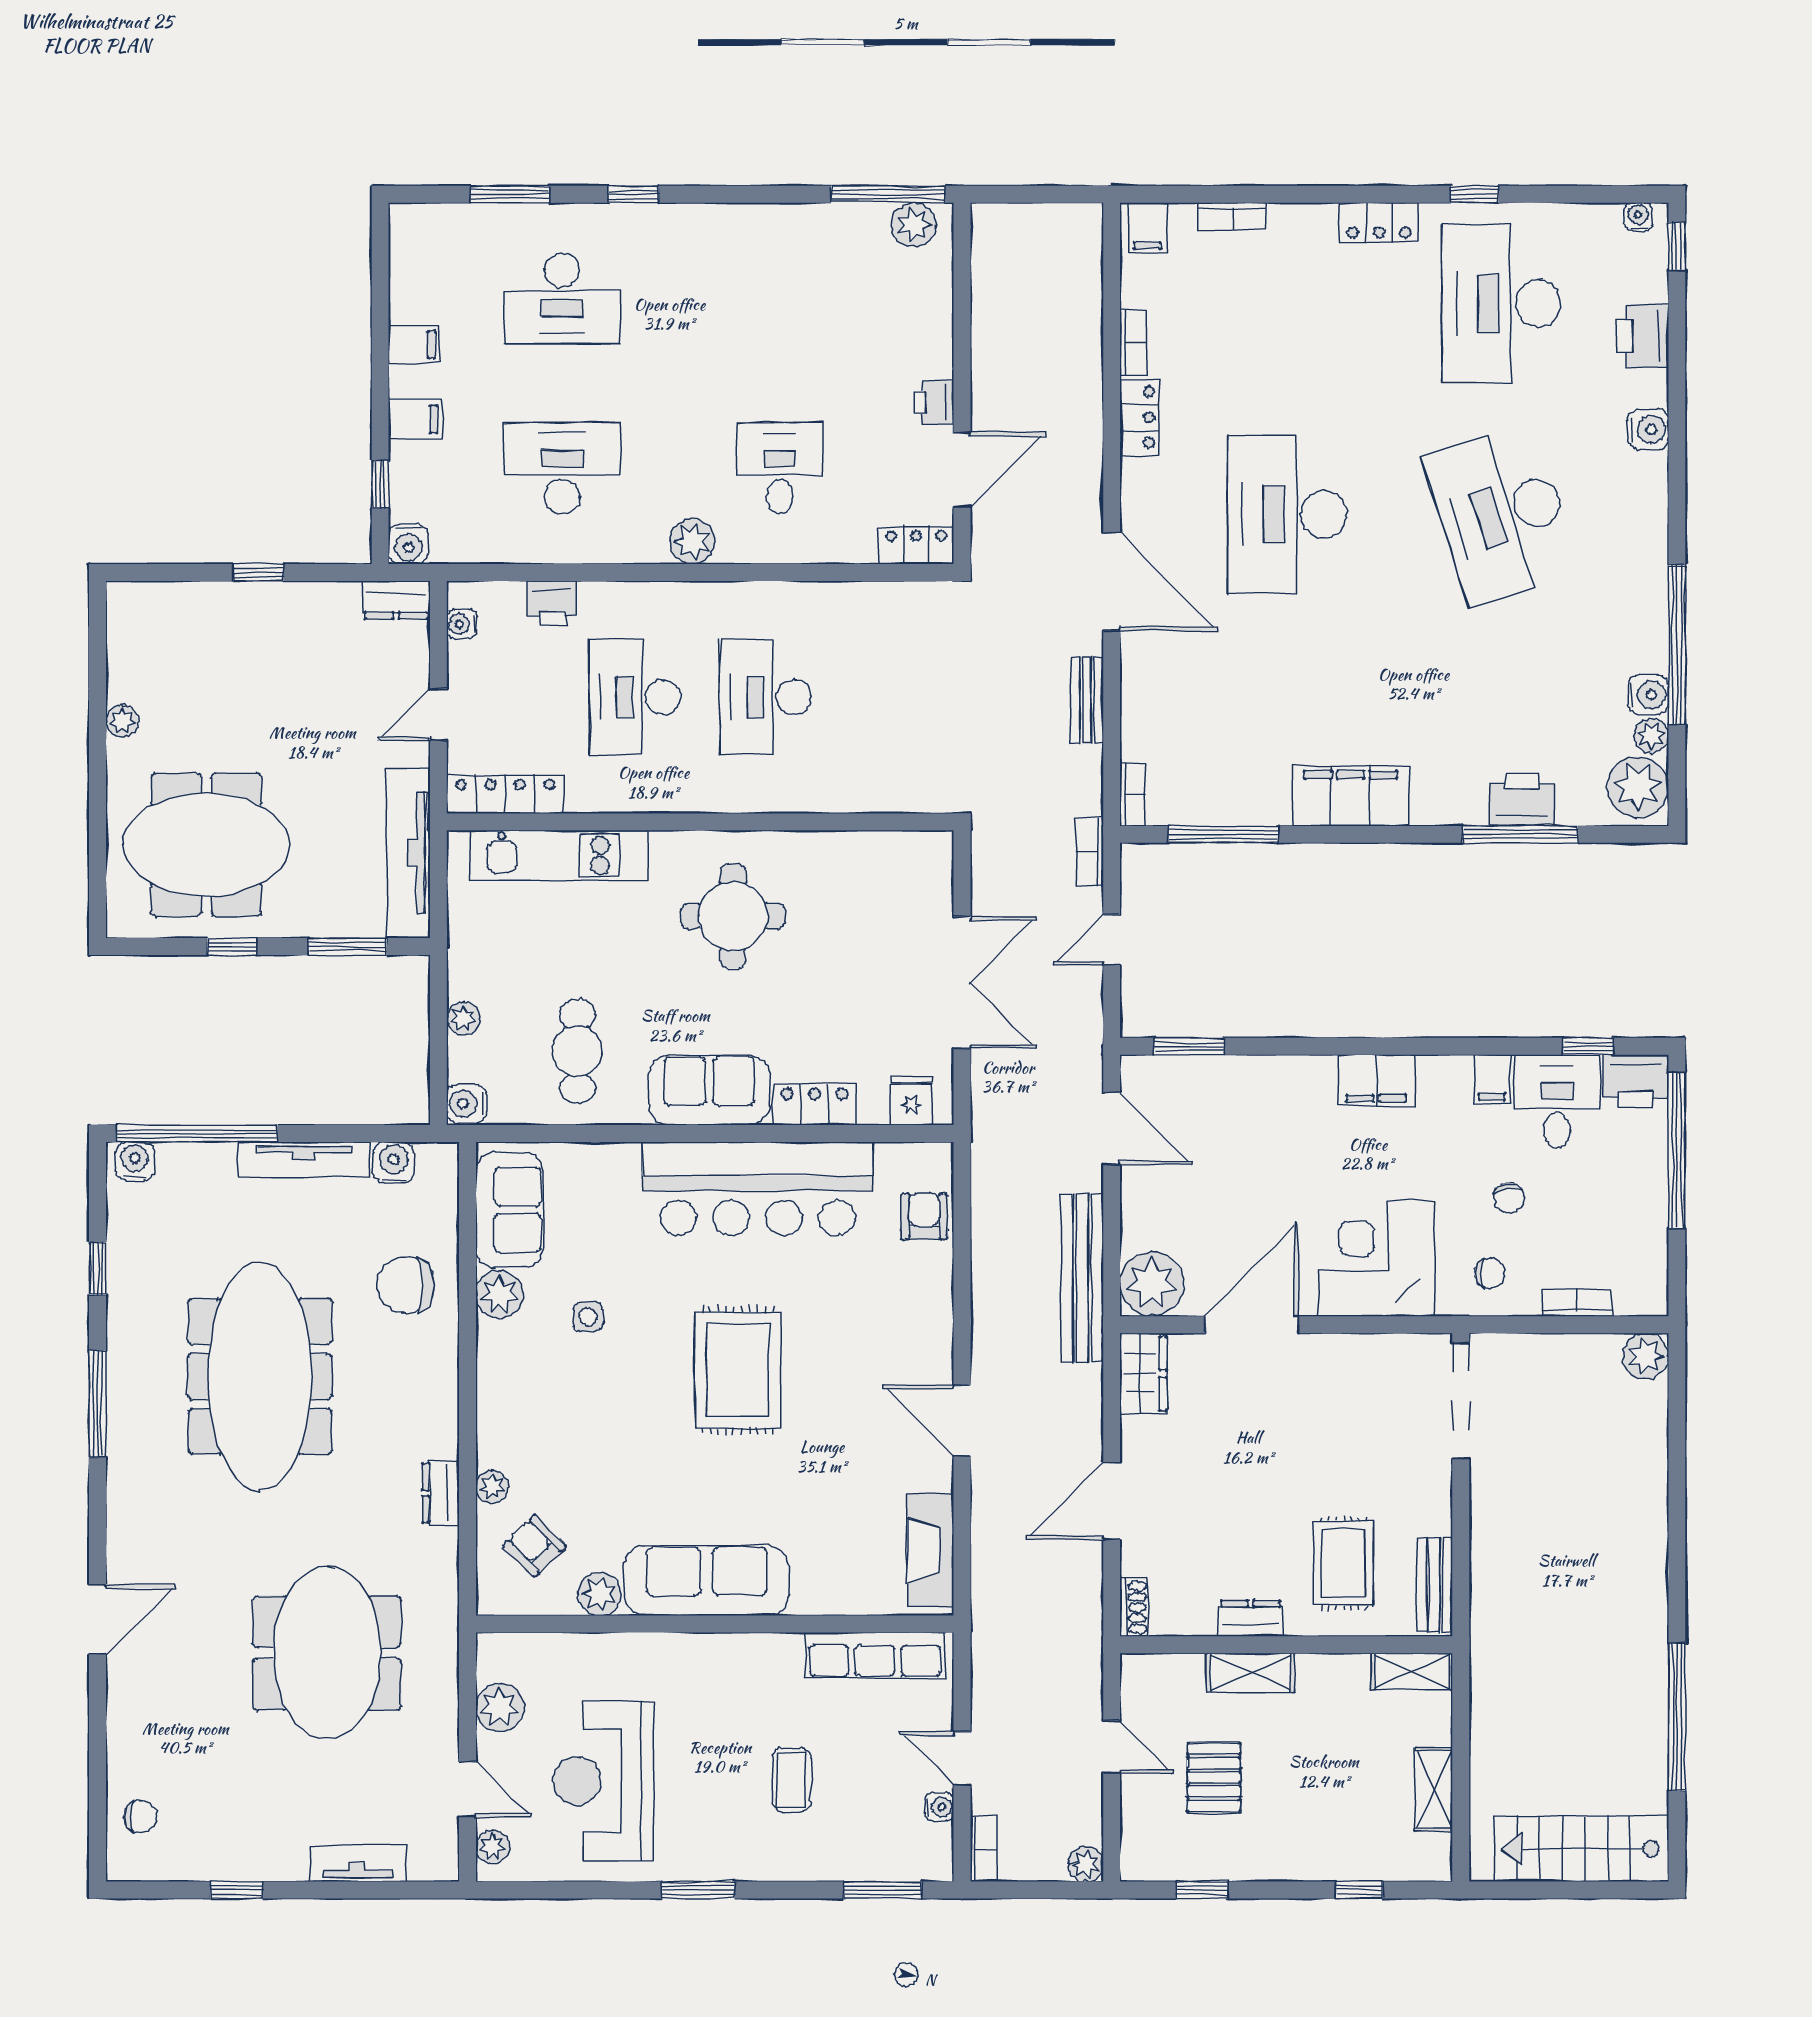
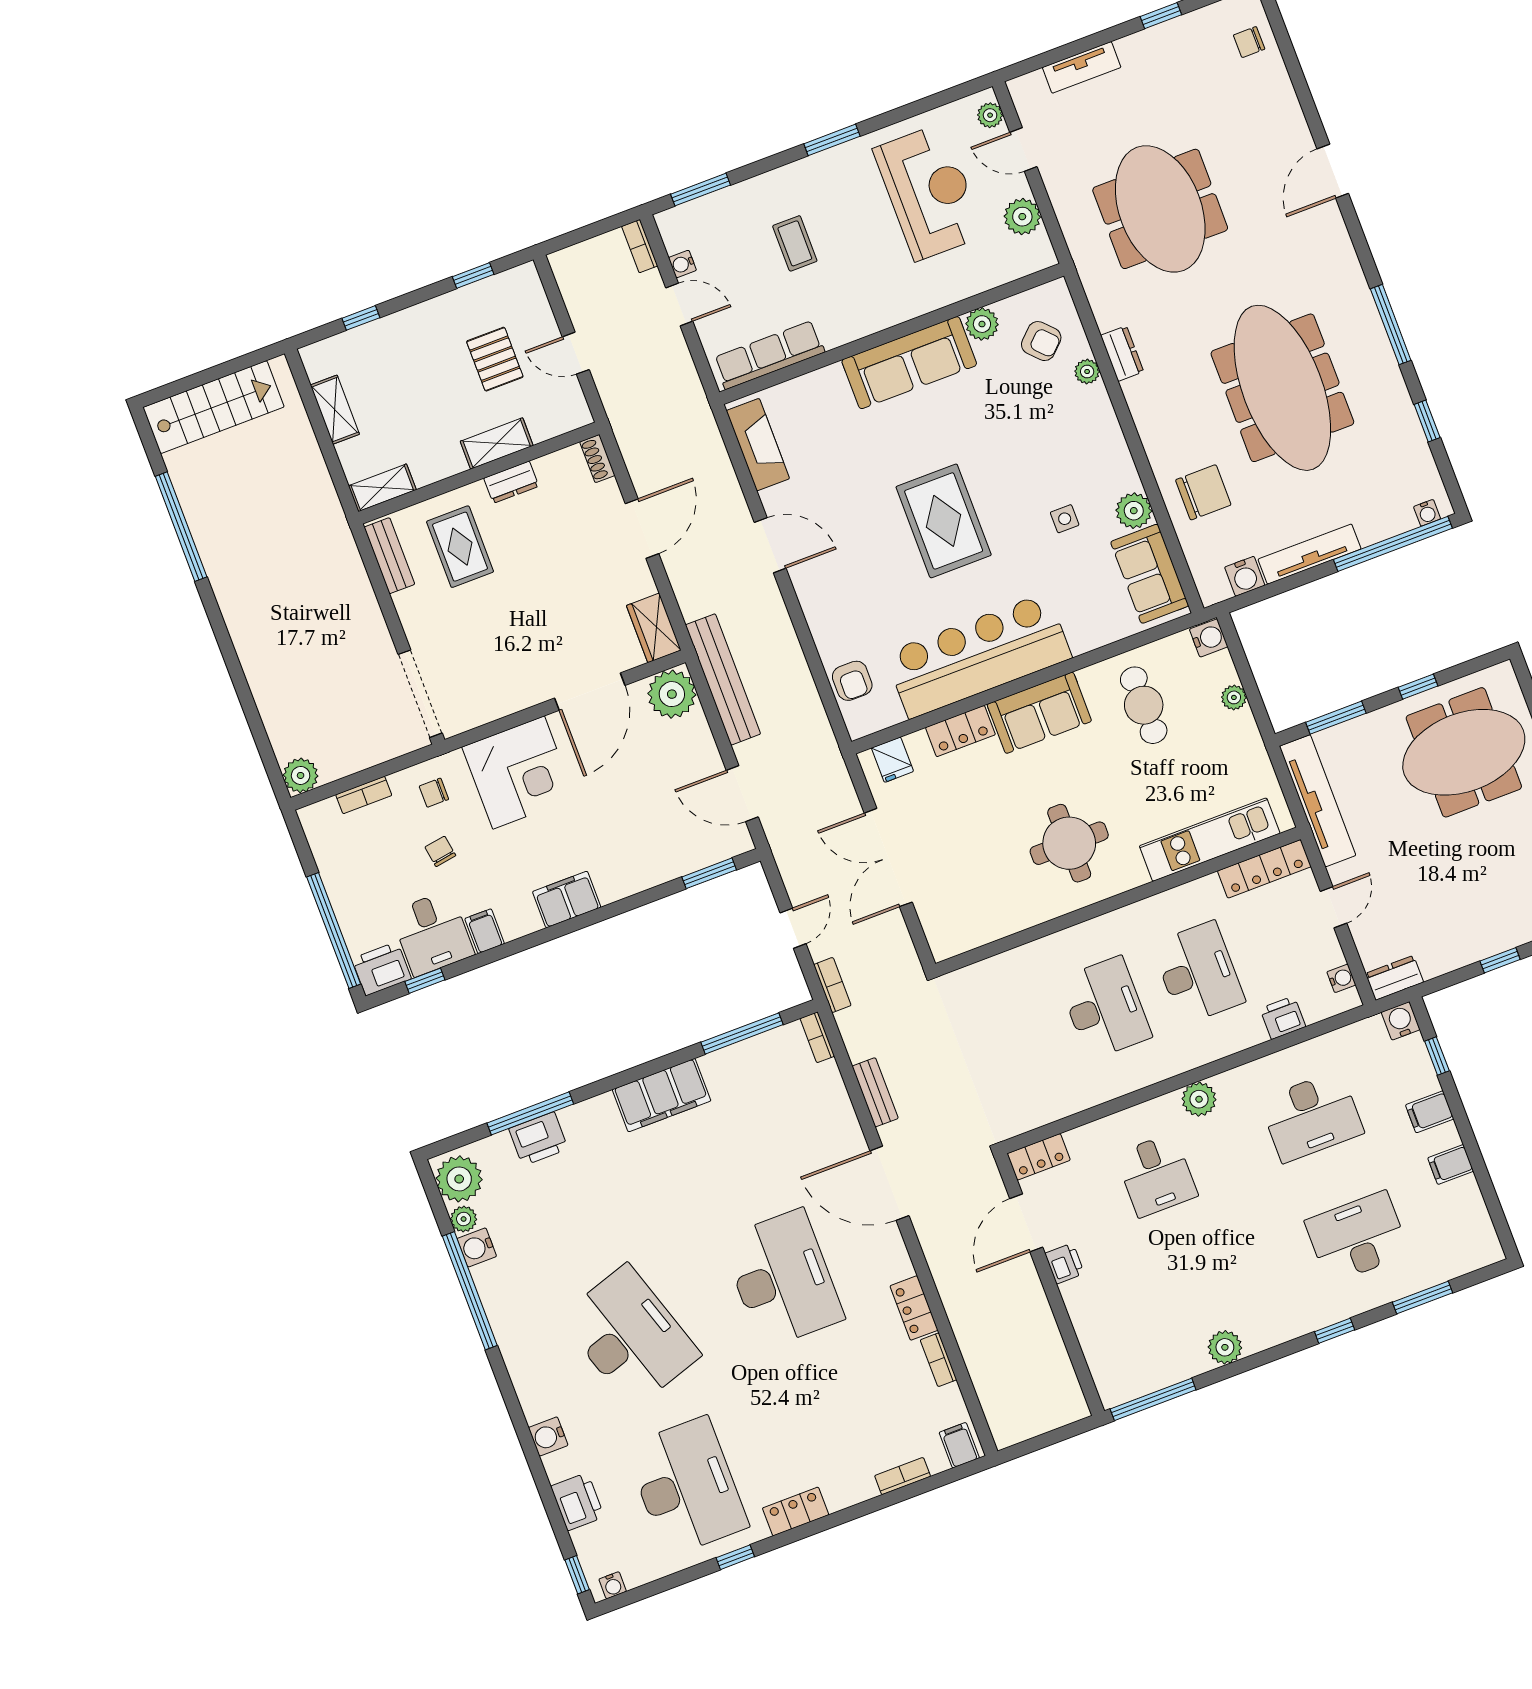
plant: (914, 225) -> (1225, 1347), moved
water cooler: (135, 1161) -> (1427, 513), width x0.72, depth x0.72
plant: (1086, 1864) -> (563, 263), removed

